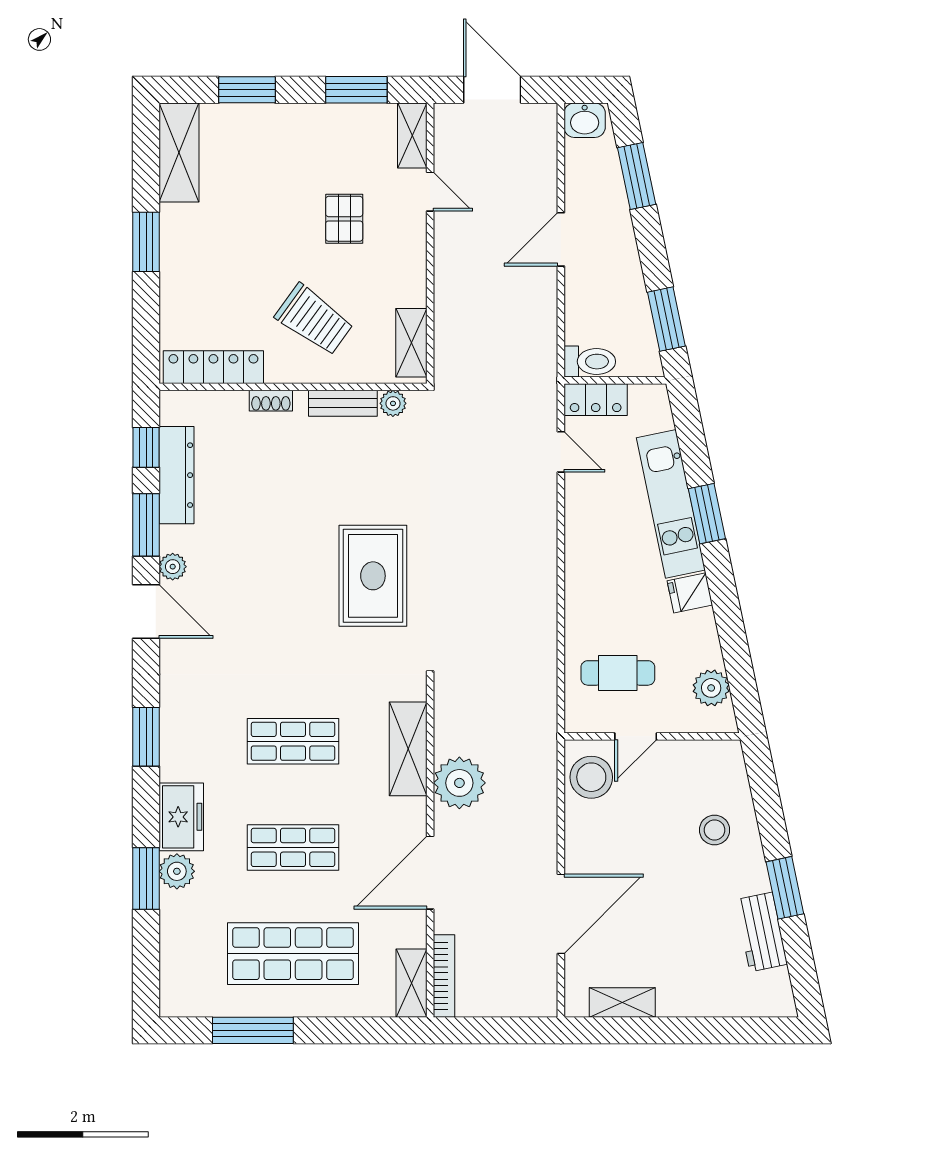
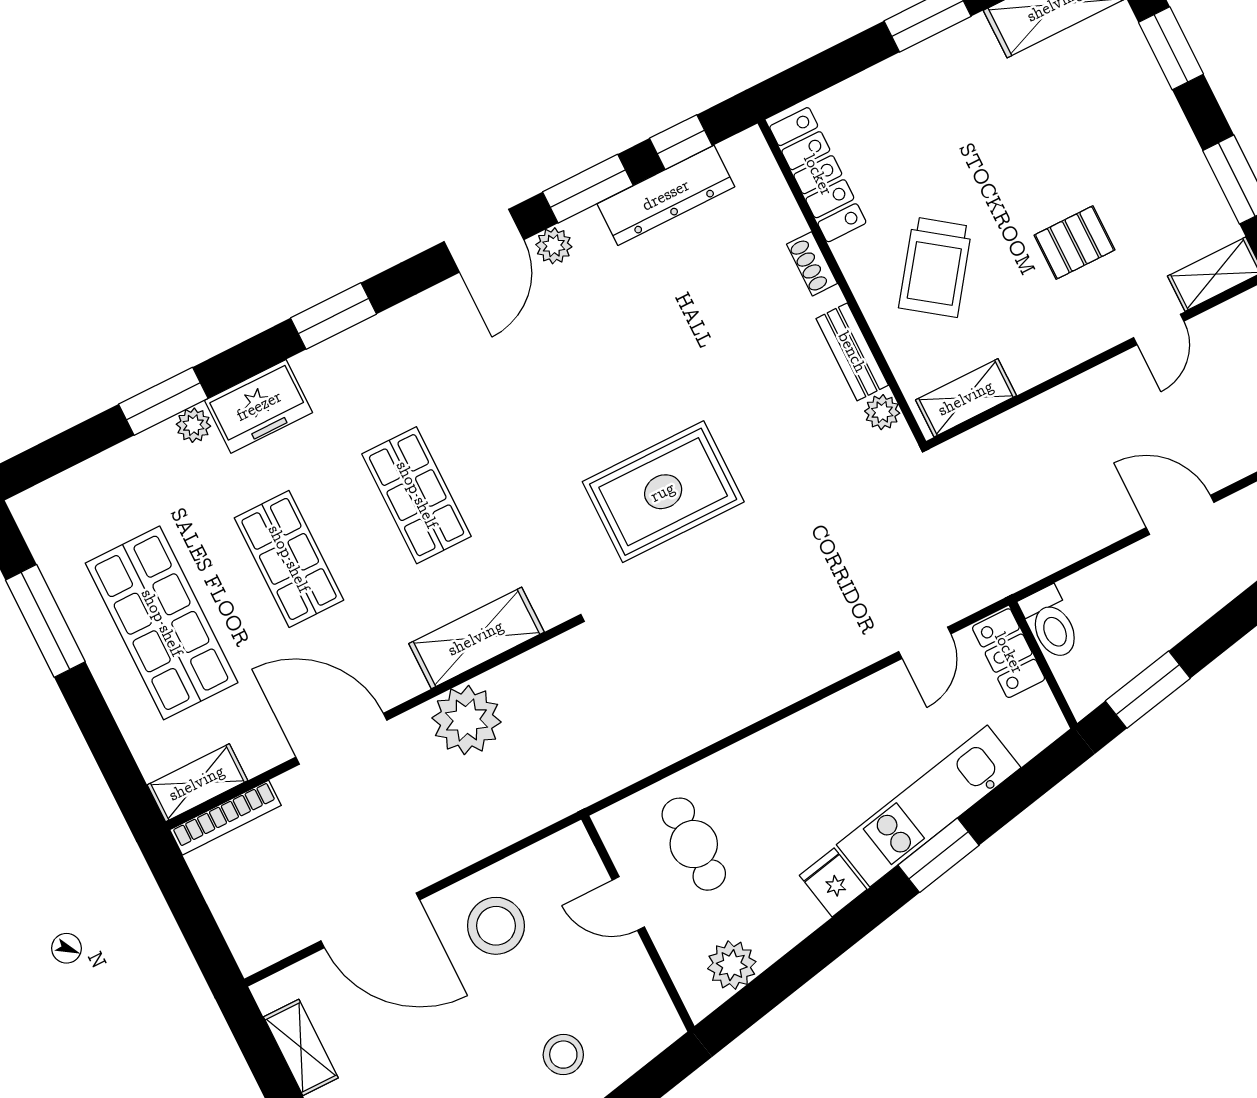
stool: (591, 777) -> (496, 926), moved
plant: (177, 871) -> (193, 425), width x0.73, depth x0.73

